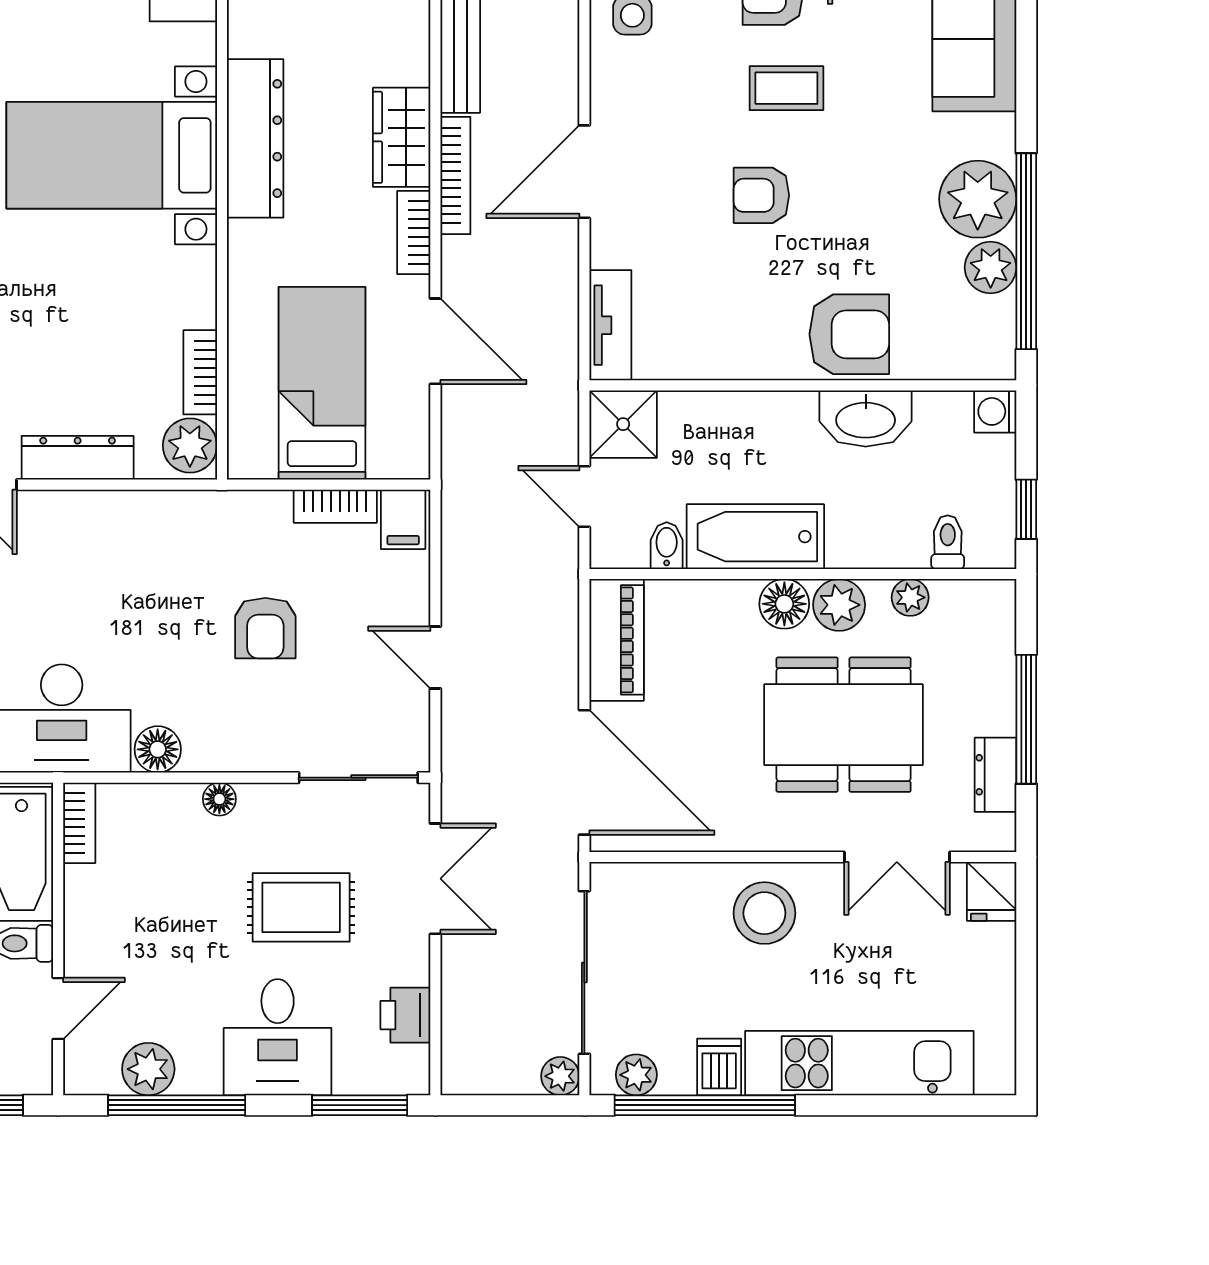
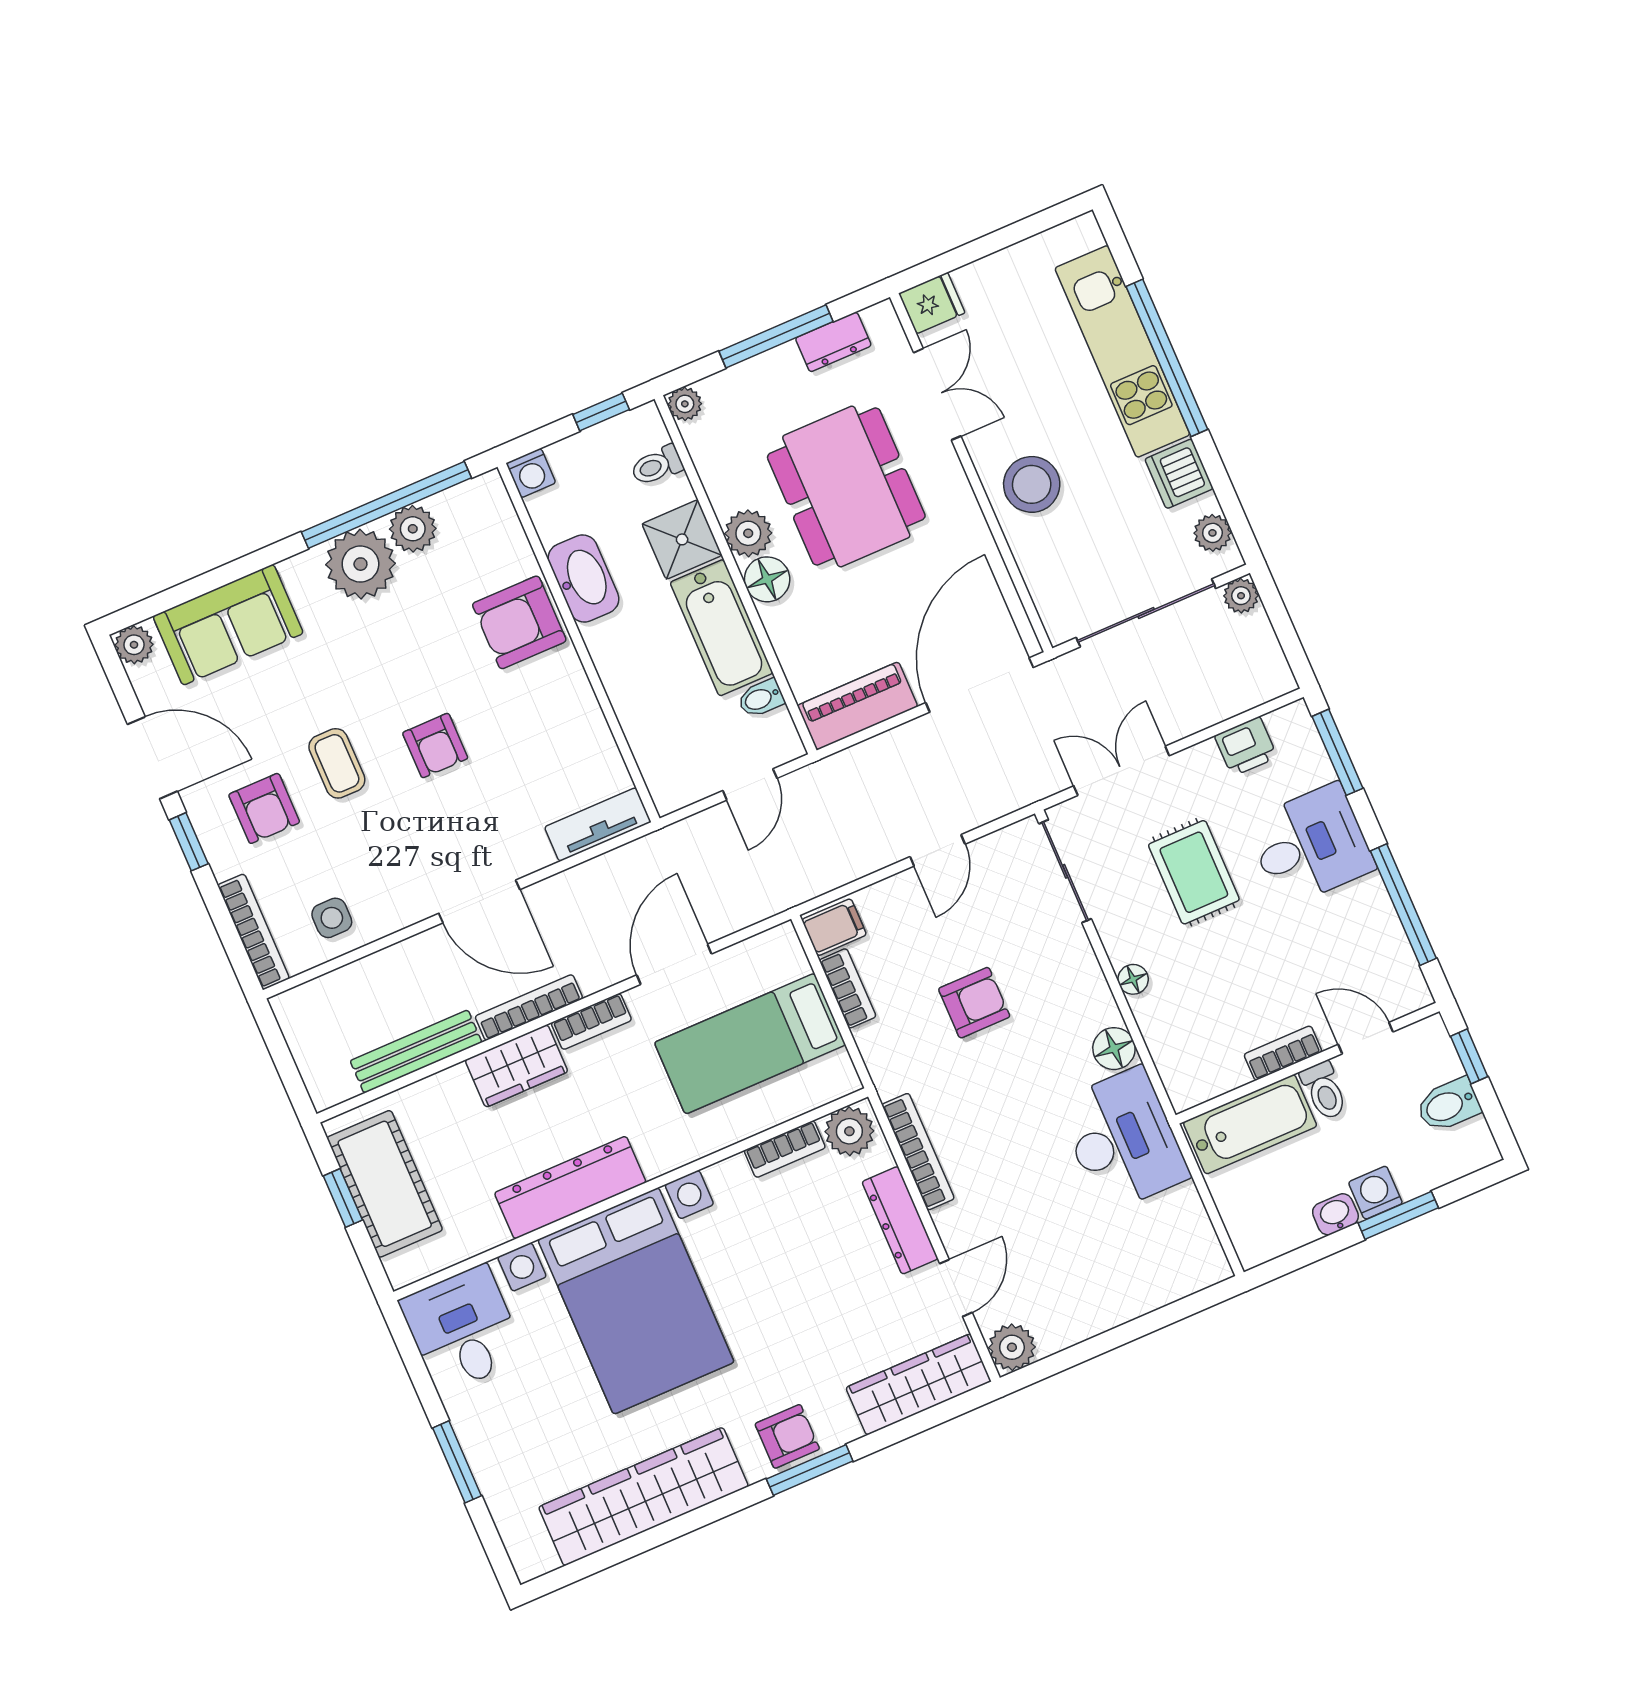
bed with nightstands: (112, 155) -> (636, 1301), width x1.36
armchair: (849, 334) -> (519, 622), turned -90
shower: (623, 424) -> (682, 539), moved
bookcase: (139, 506) -> (918, 1152), added
plant: (910, 597) -> (685, 404), moved
bookcase: (79, 823) -> (1283, 1053), moved
dishwasher: (719, 1067) -> (1179, 474), width x1.38
plant: (148, 1069) -> (1384, 941), removed
window: (705, 1105) -> (1167, 358), moved

